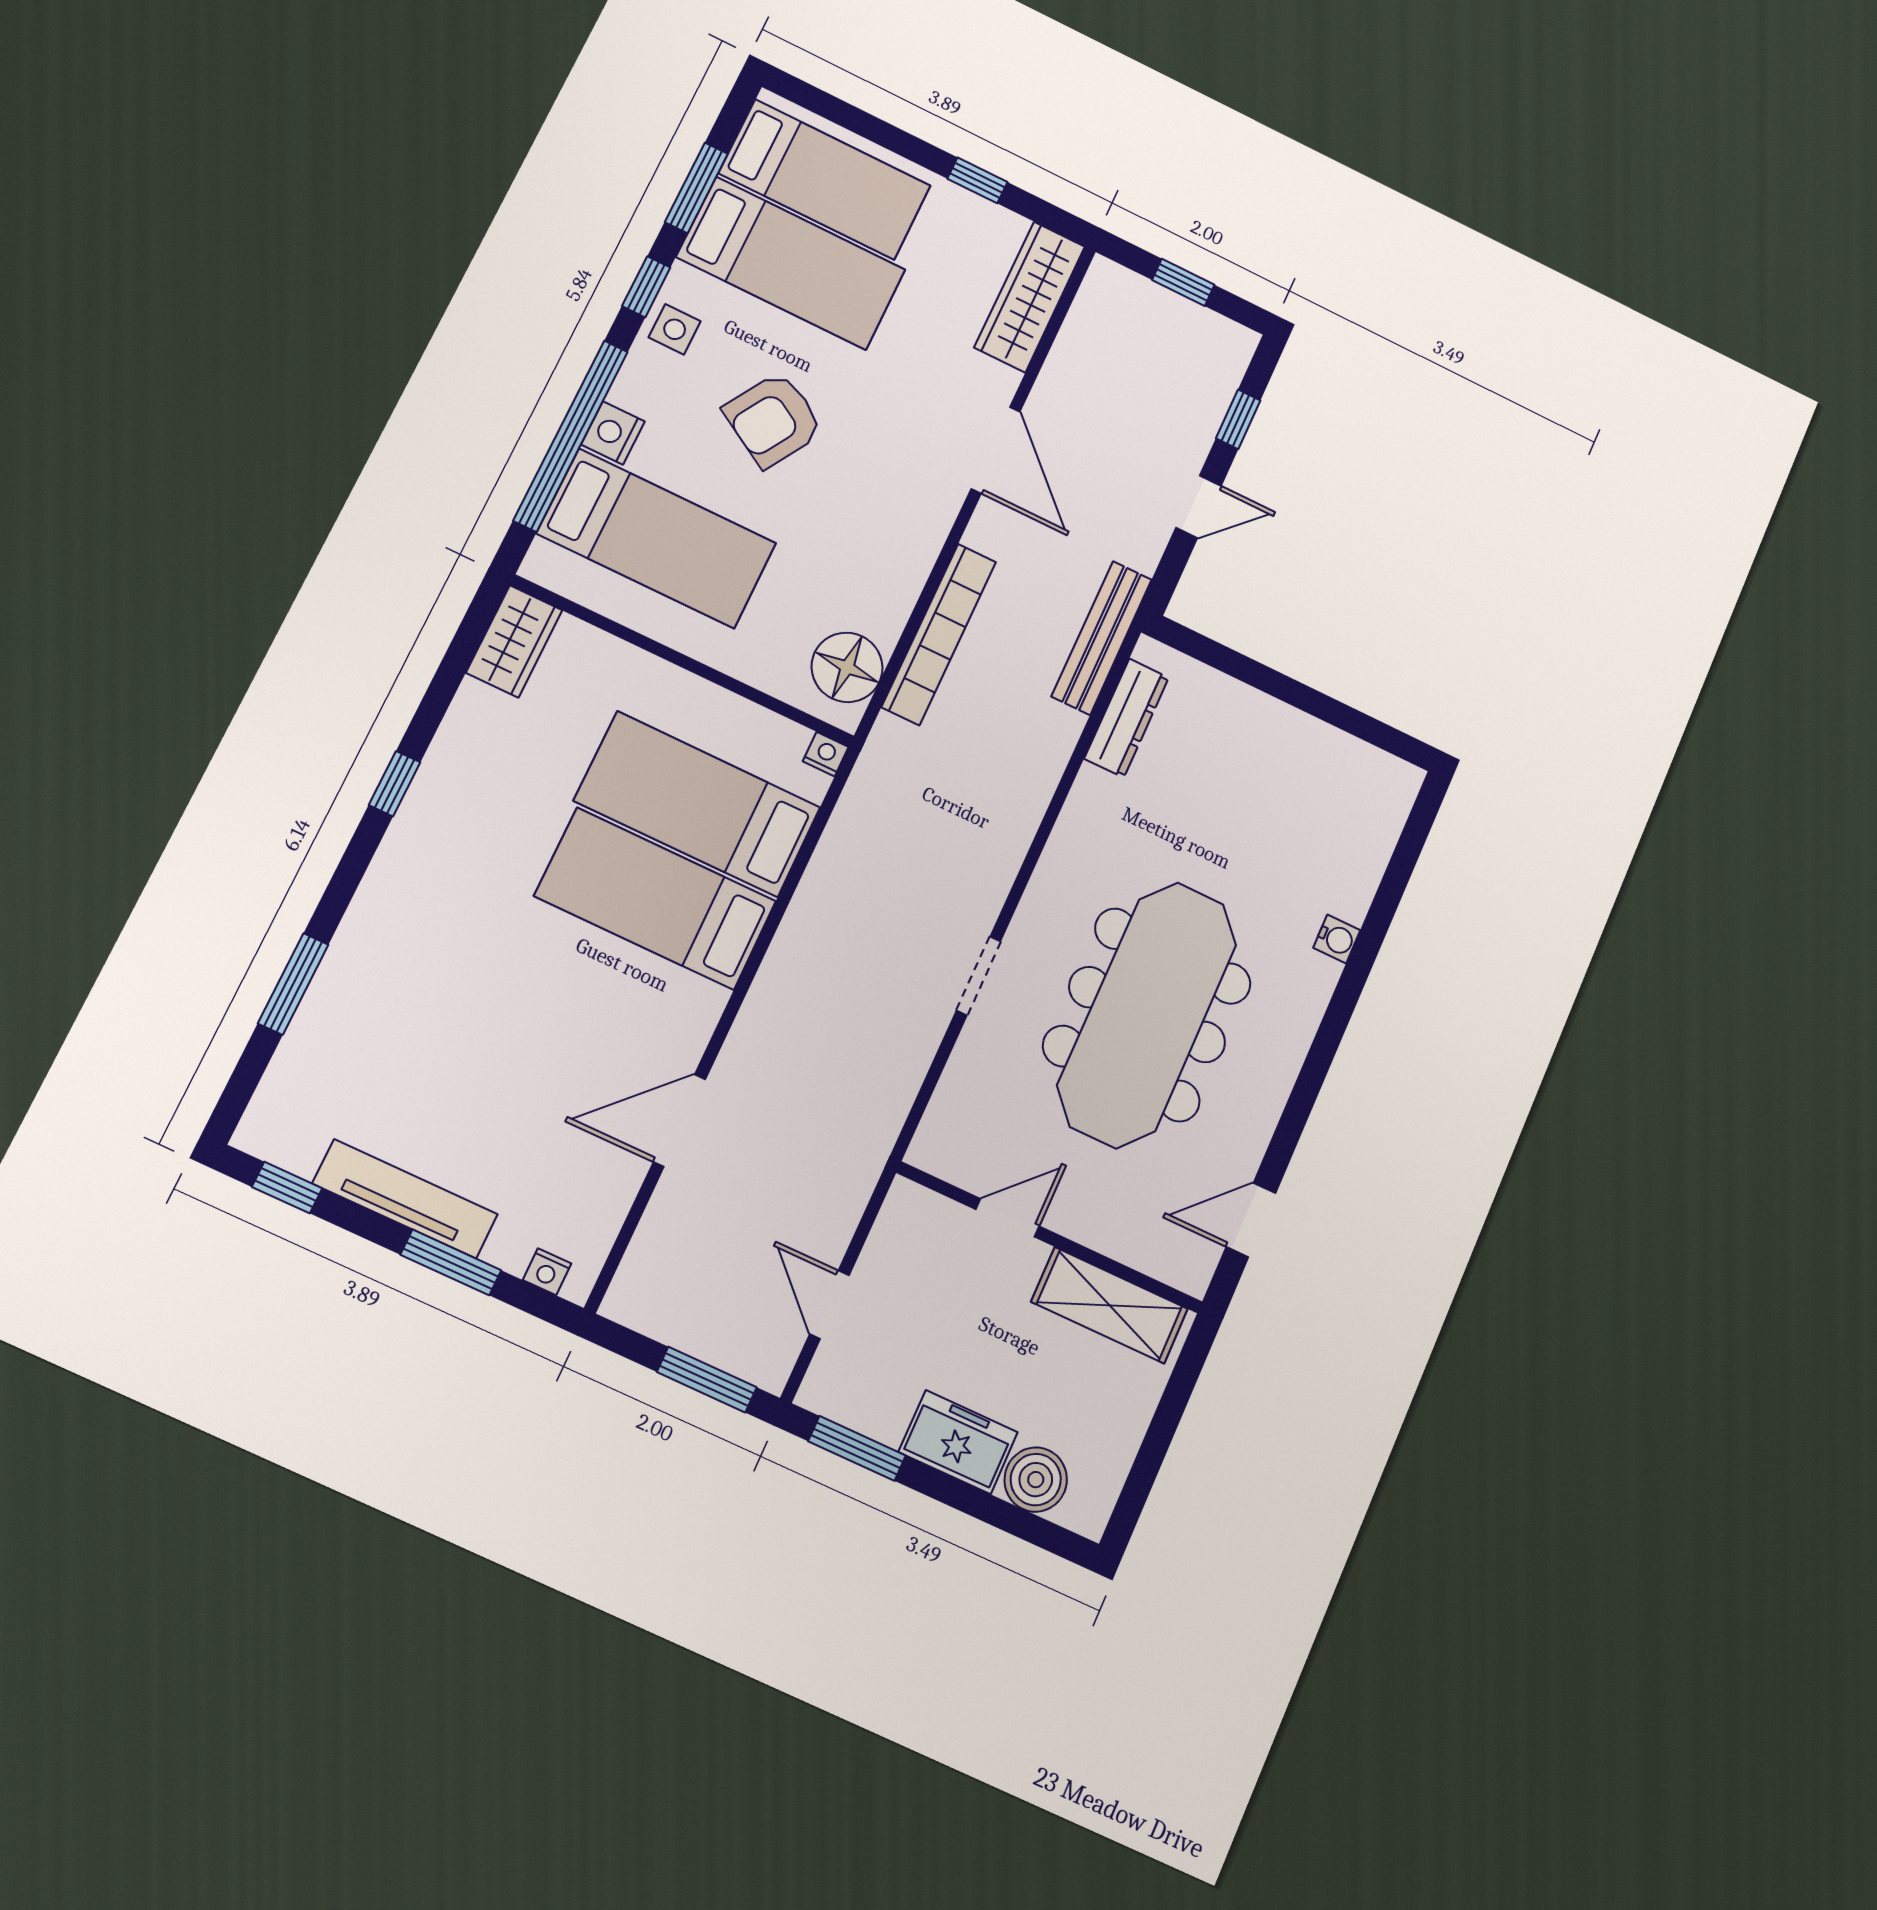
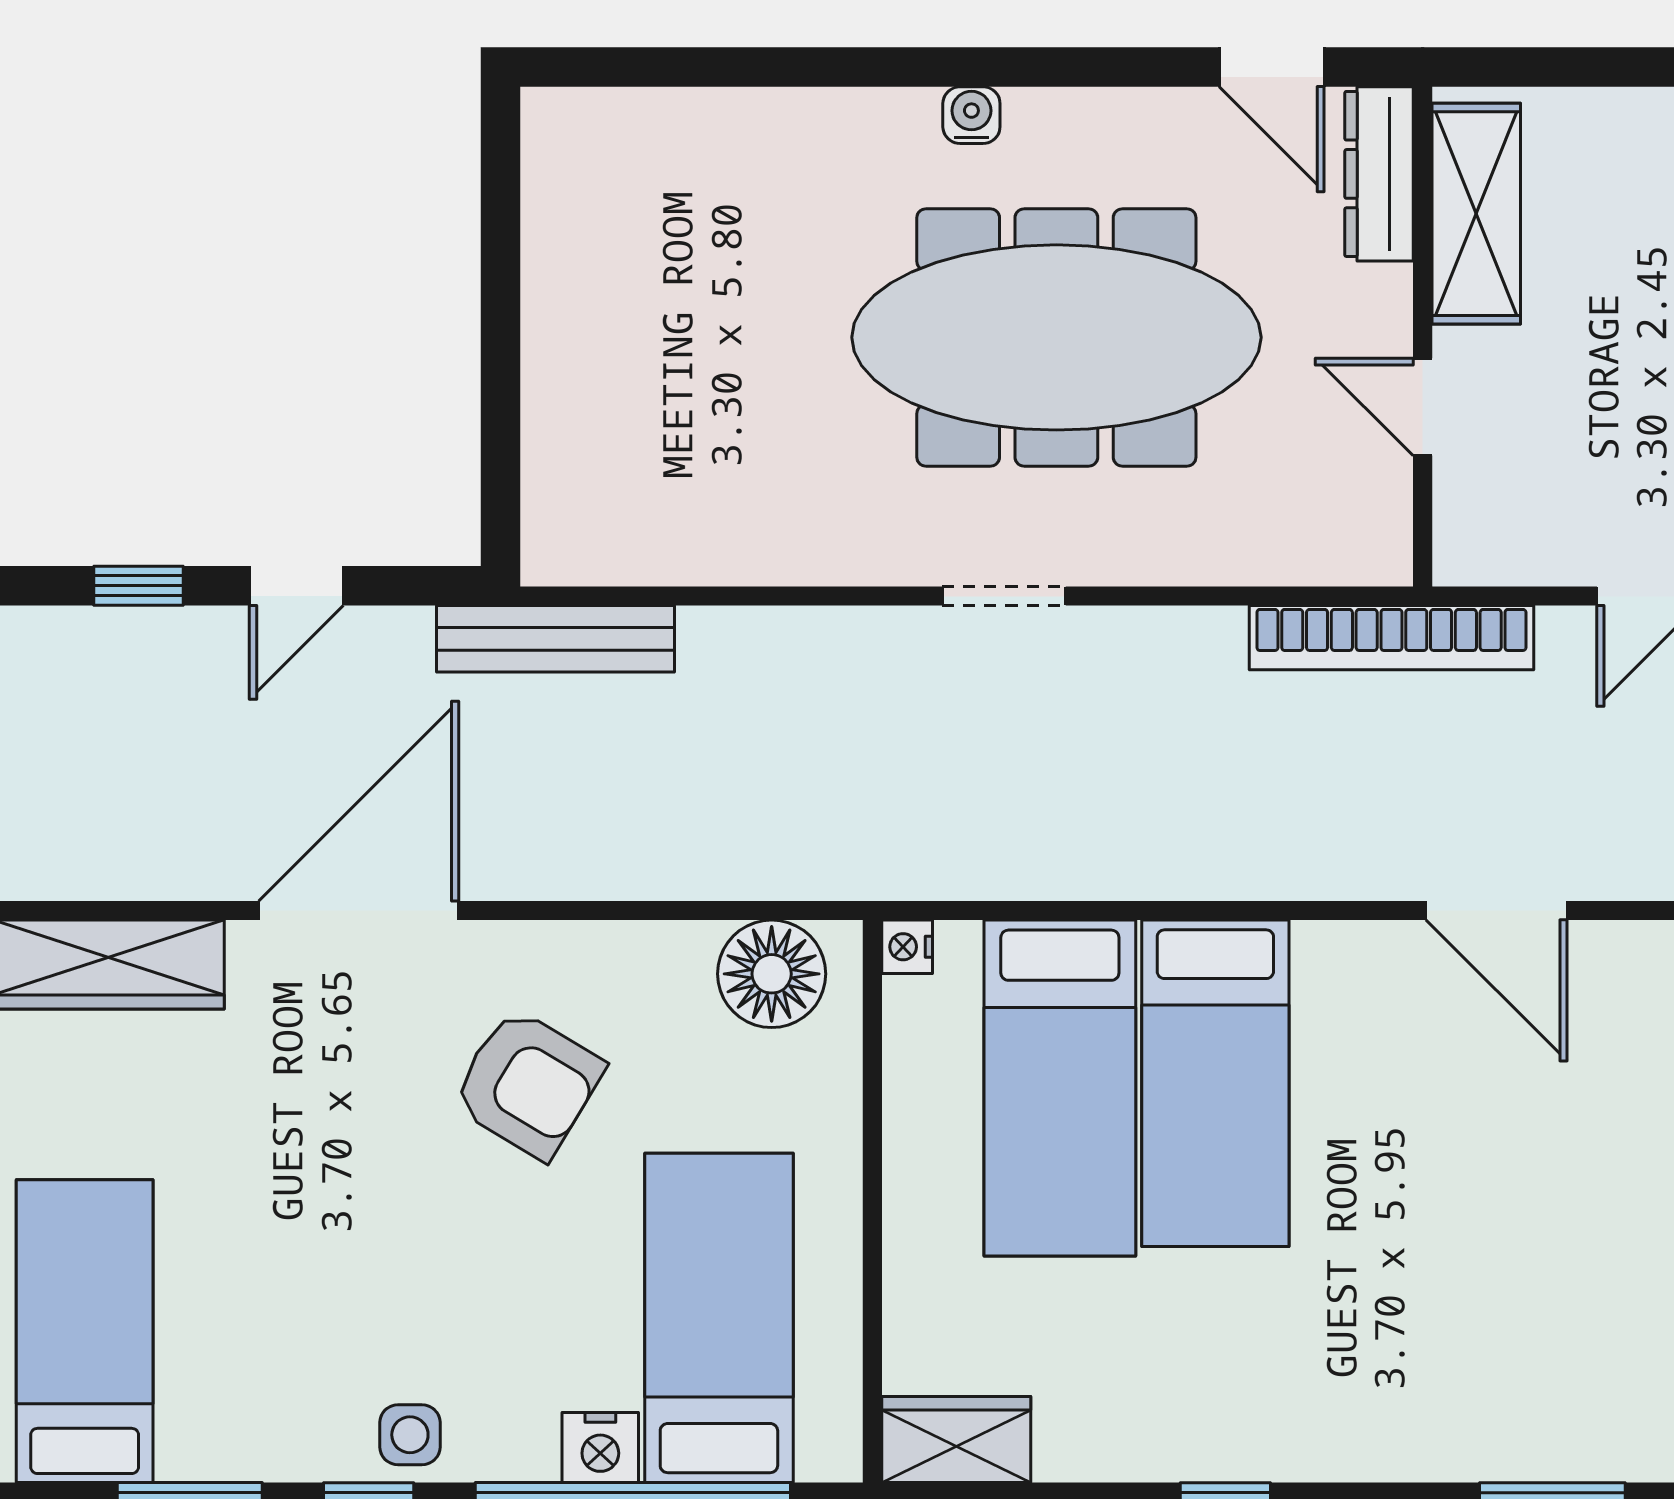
bed: (791, 263) -> (232, 1320), removed
armchair: (773, 420) -> (528, 1084), moved
door: (996, 450) -> (359, 910), width x1.36
door: (1199, 507) -> (296, 586), swing flipped
bookcase: (939, 634) -> (1391, 638), moved, turned 180
dresser: (1126, 718) -> (1379, 174), moved, turned -90
water cooler: (1337, 939) -> (971, 115), moved
doorway: (979, 976) -> (1004, 596), moved

